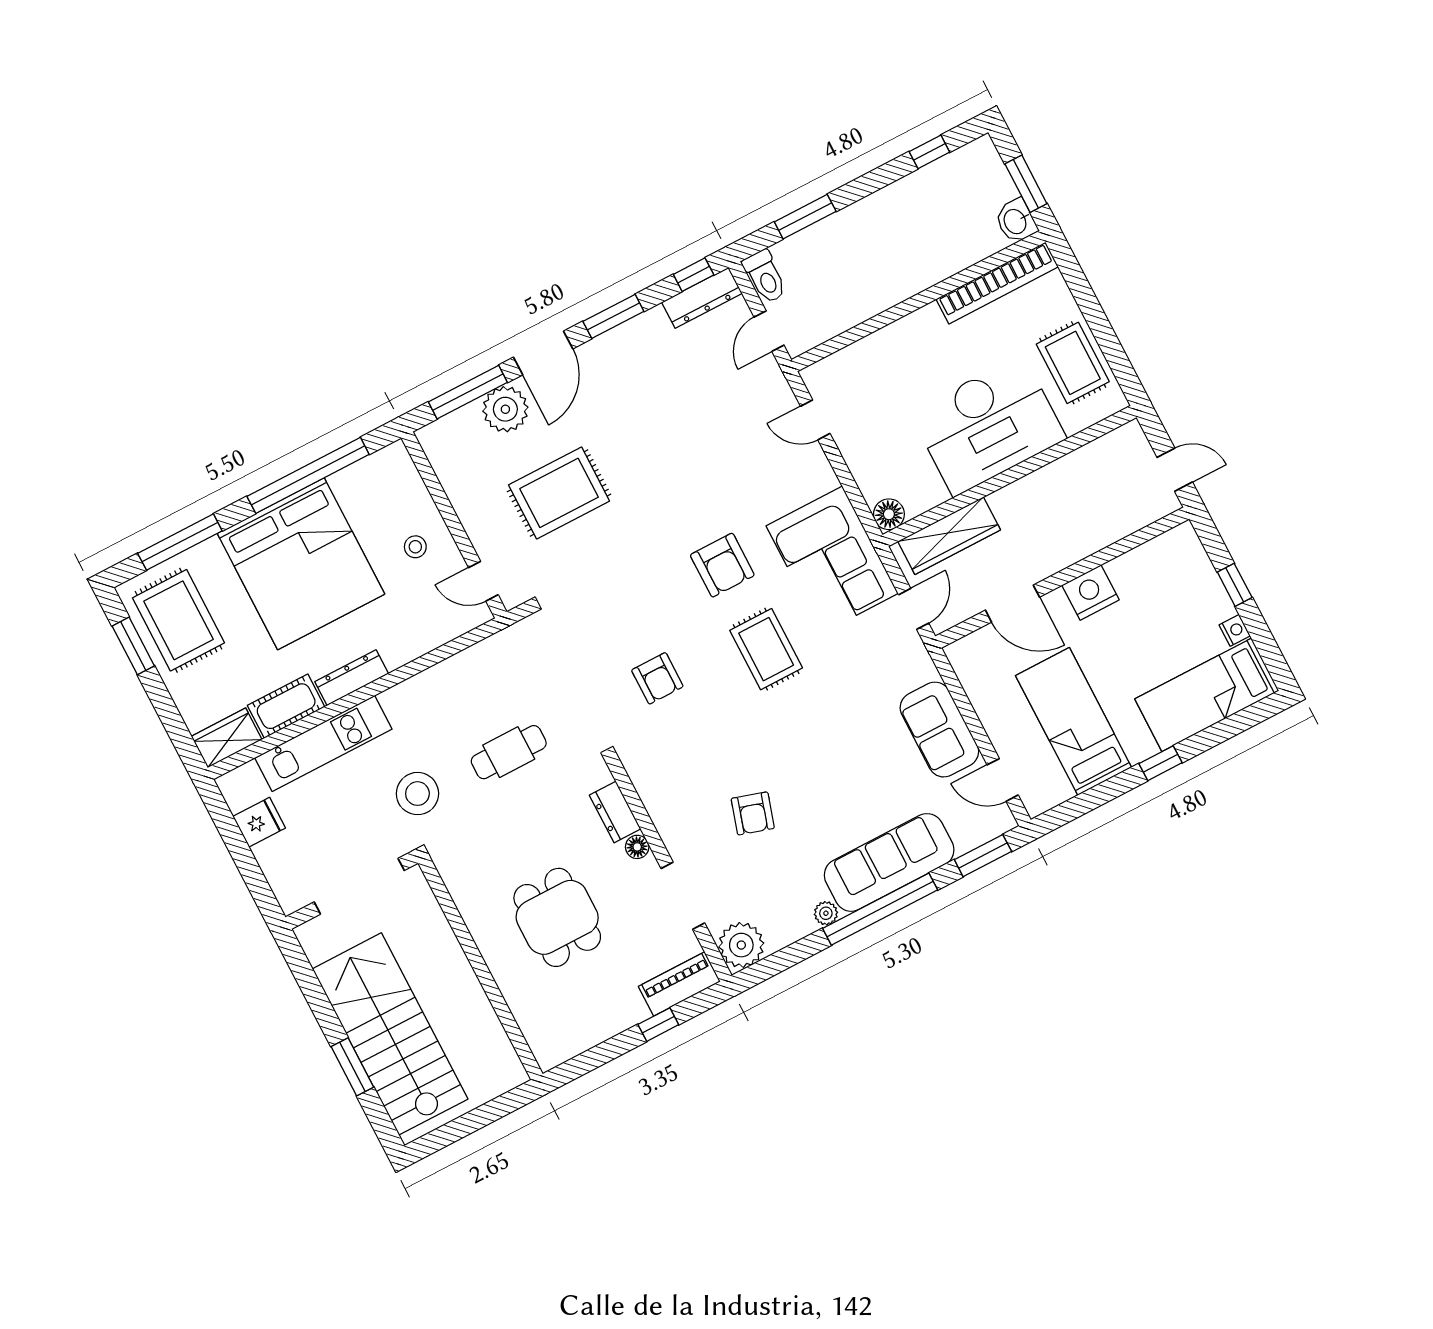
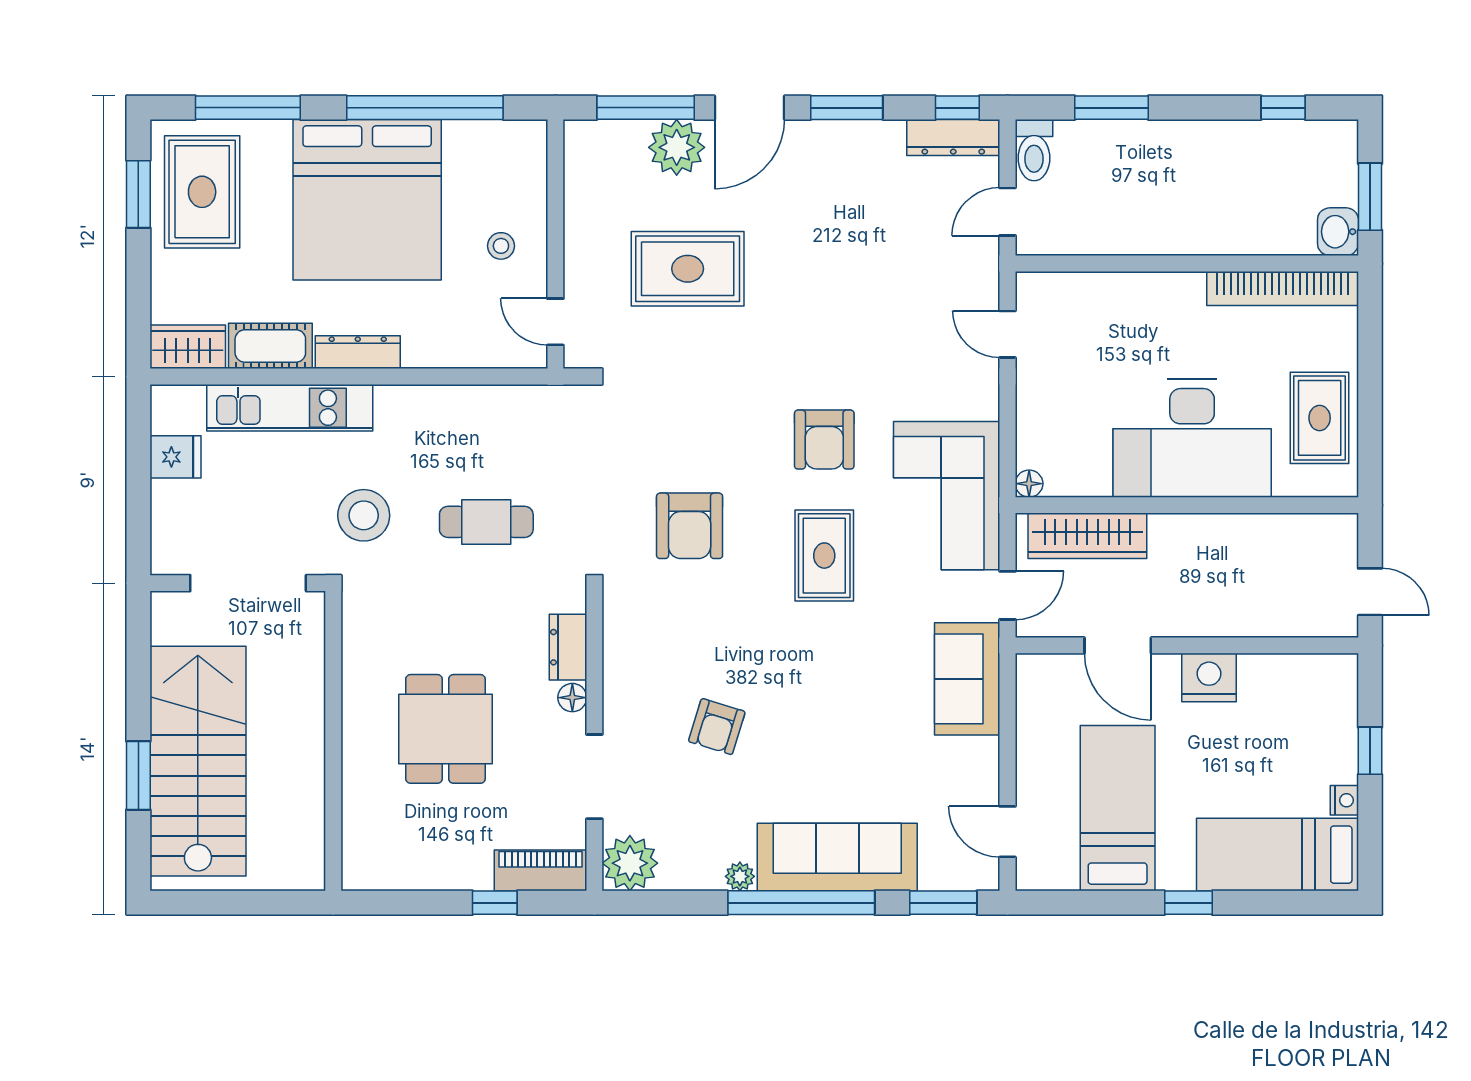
floor lamp: (889, 514) -> (1029, 484), width x0.73, depth x0.73
armchair: (657, 678) -> (690, 526), width x1.38, depth x1.38
sofa: (939, 730) -> (967, 679), moved

